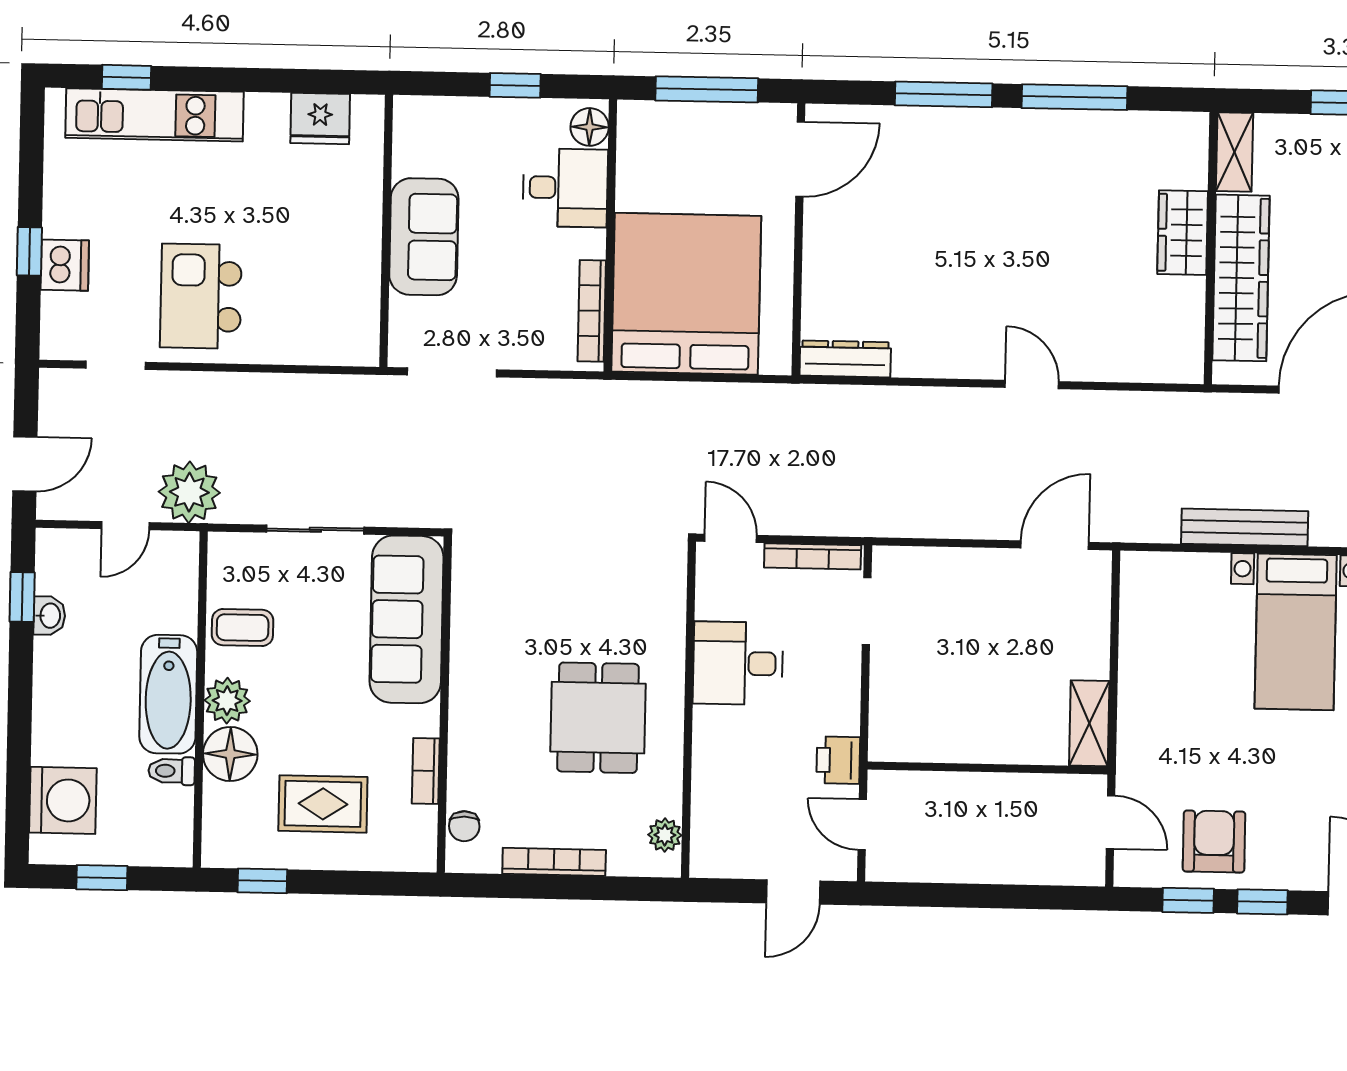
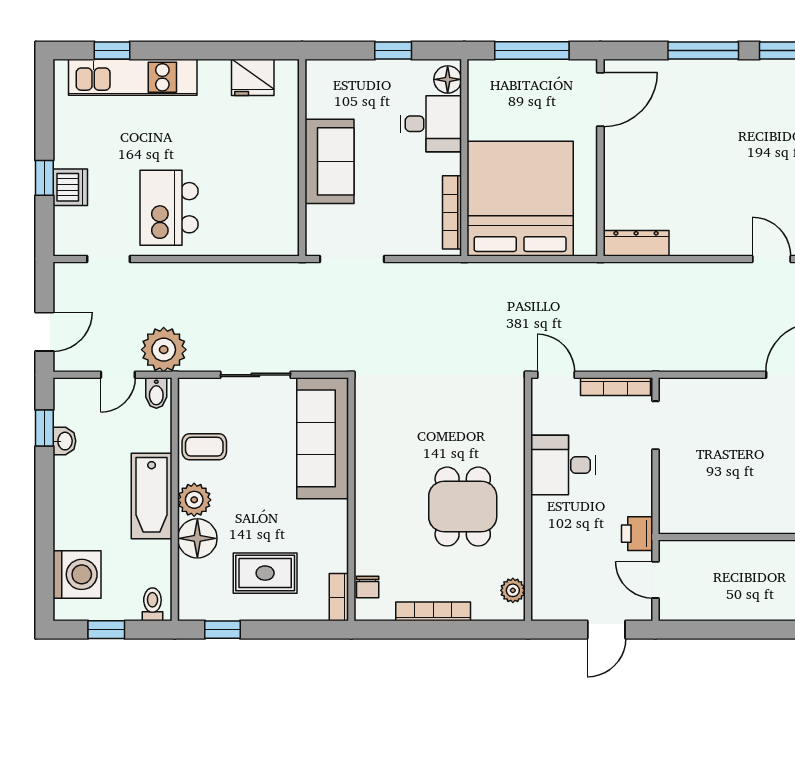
bidet: (178, 552) -> (156, 393), added
toilet: (172, 771) -> (152, 604), moved, turned 90
bookcase: (426, 771) -> (339, 597), moved

